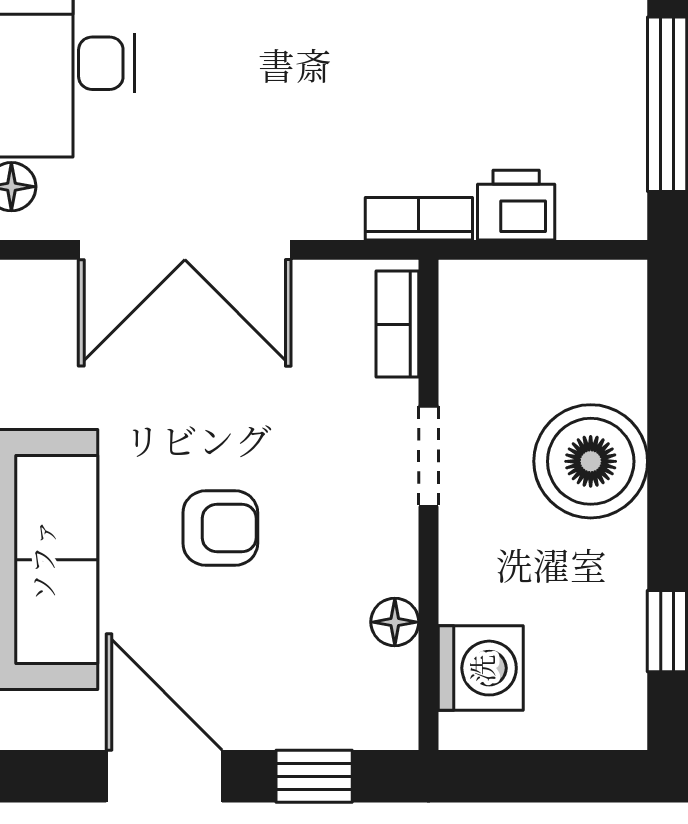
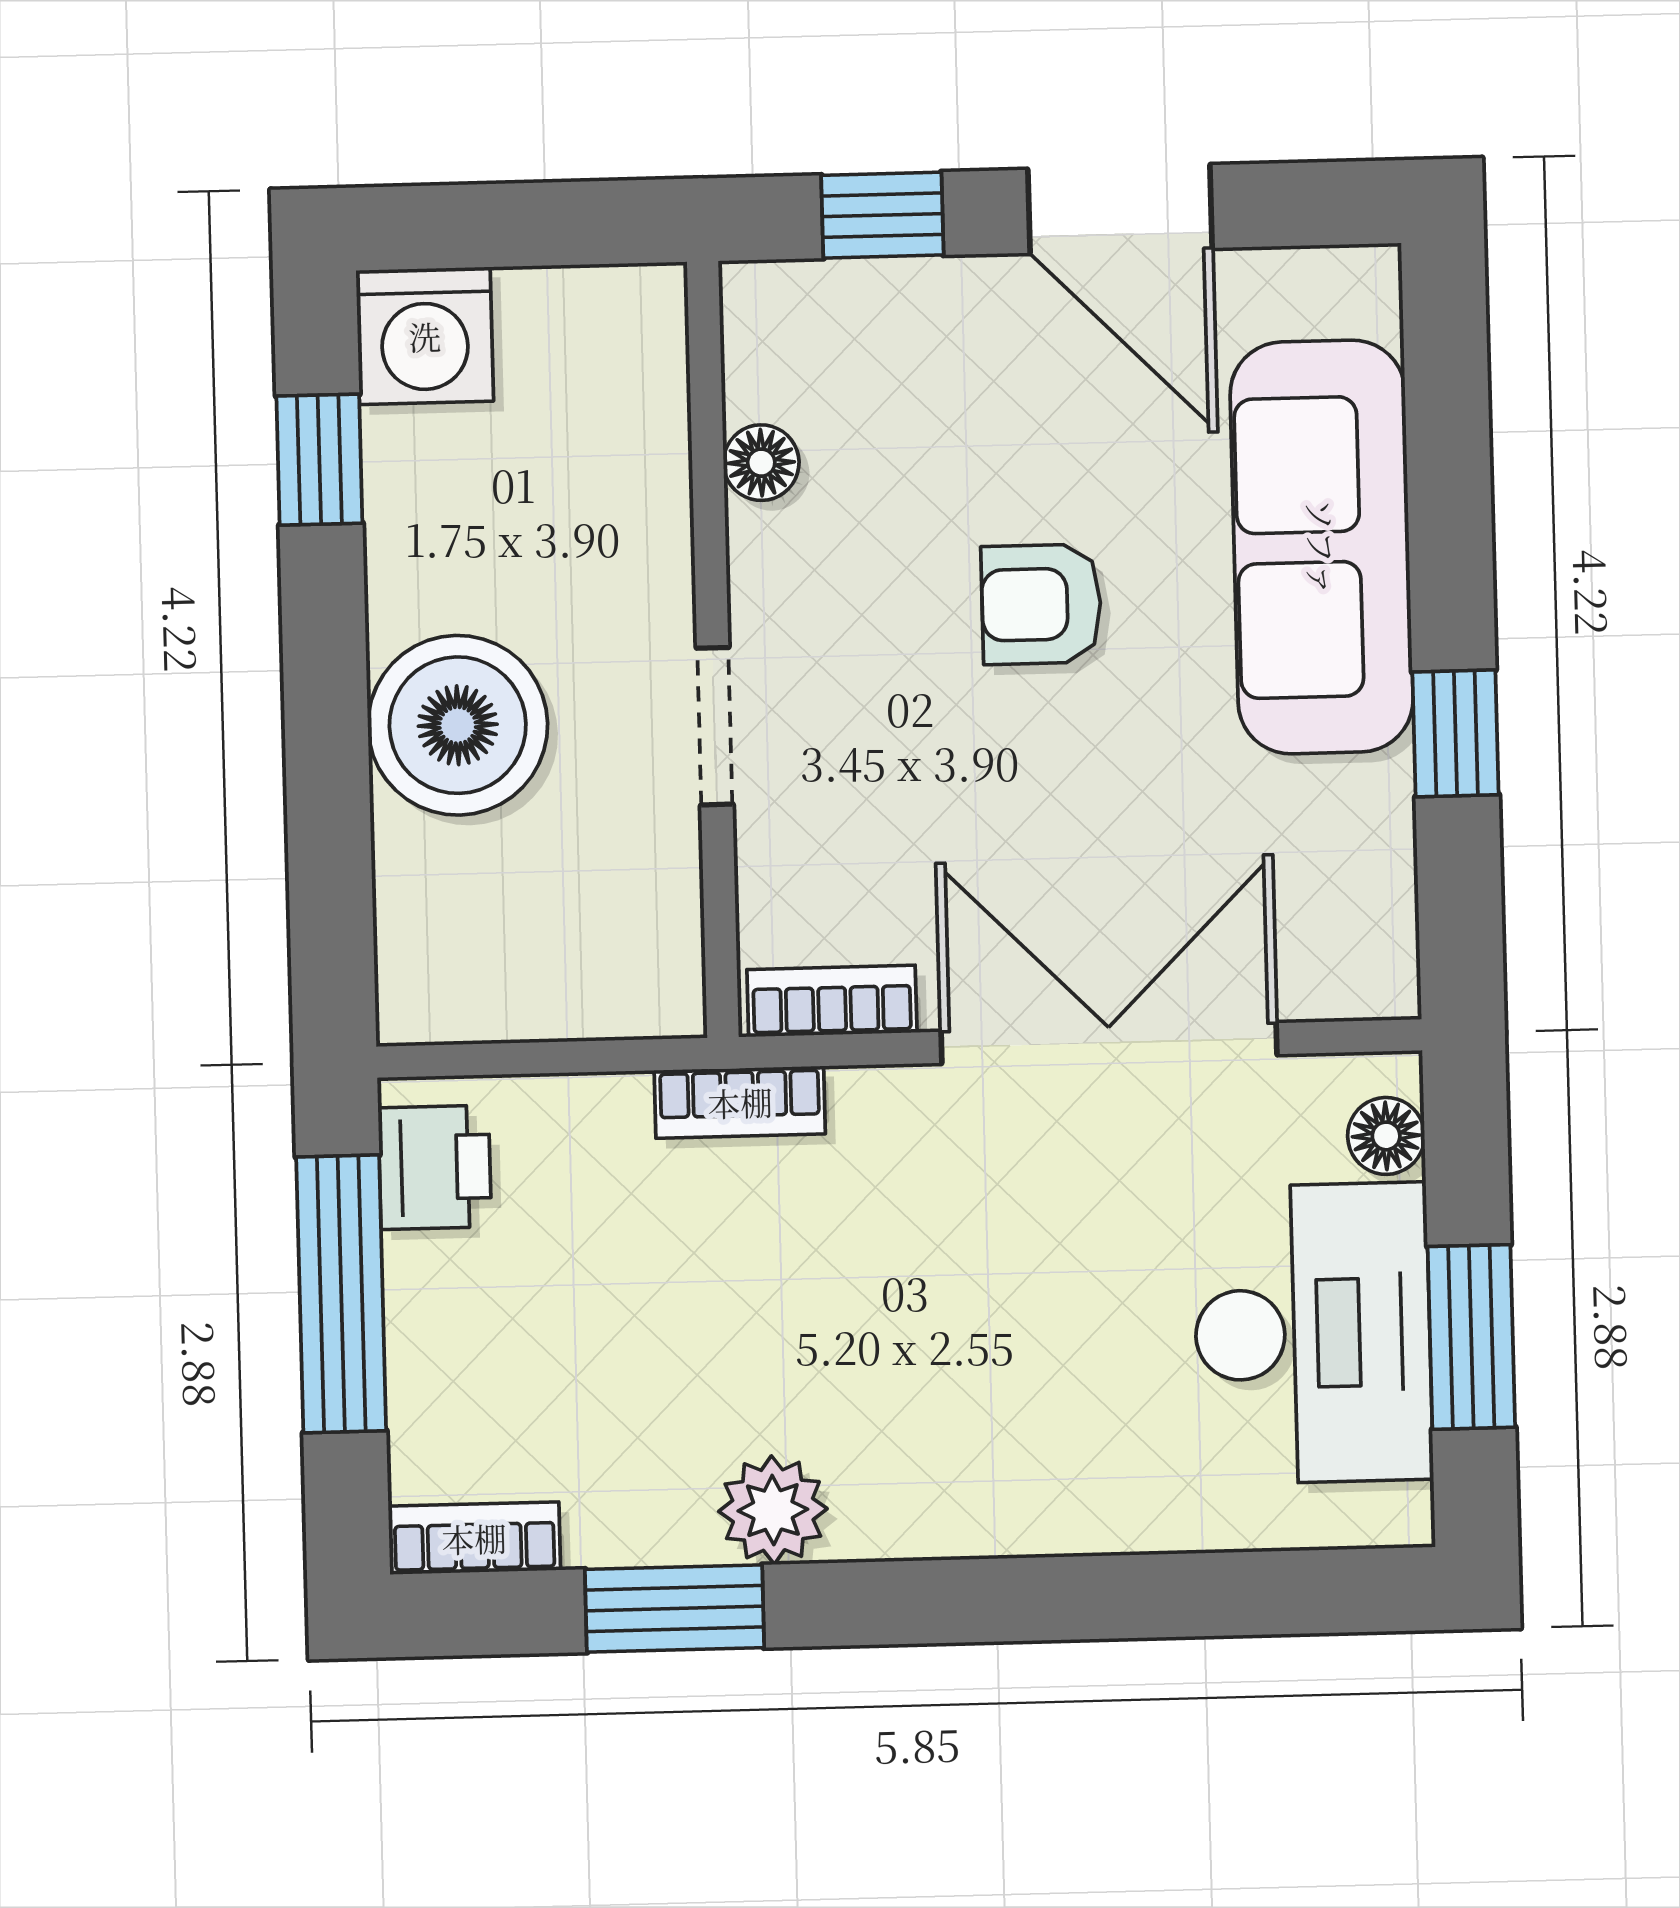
printer: (516, 205) -> (435, 1167), moved, turned -90
bookcase: (397, 324) -> (832, 1001), moved, turned -90
washing machine: (481, 668) -> (425, 336), moved, turned -90

